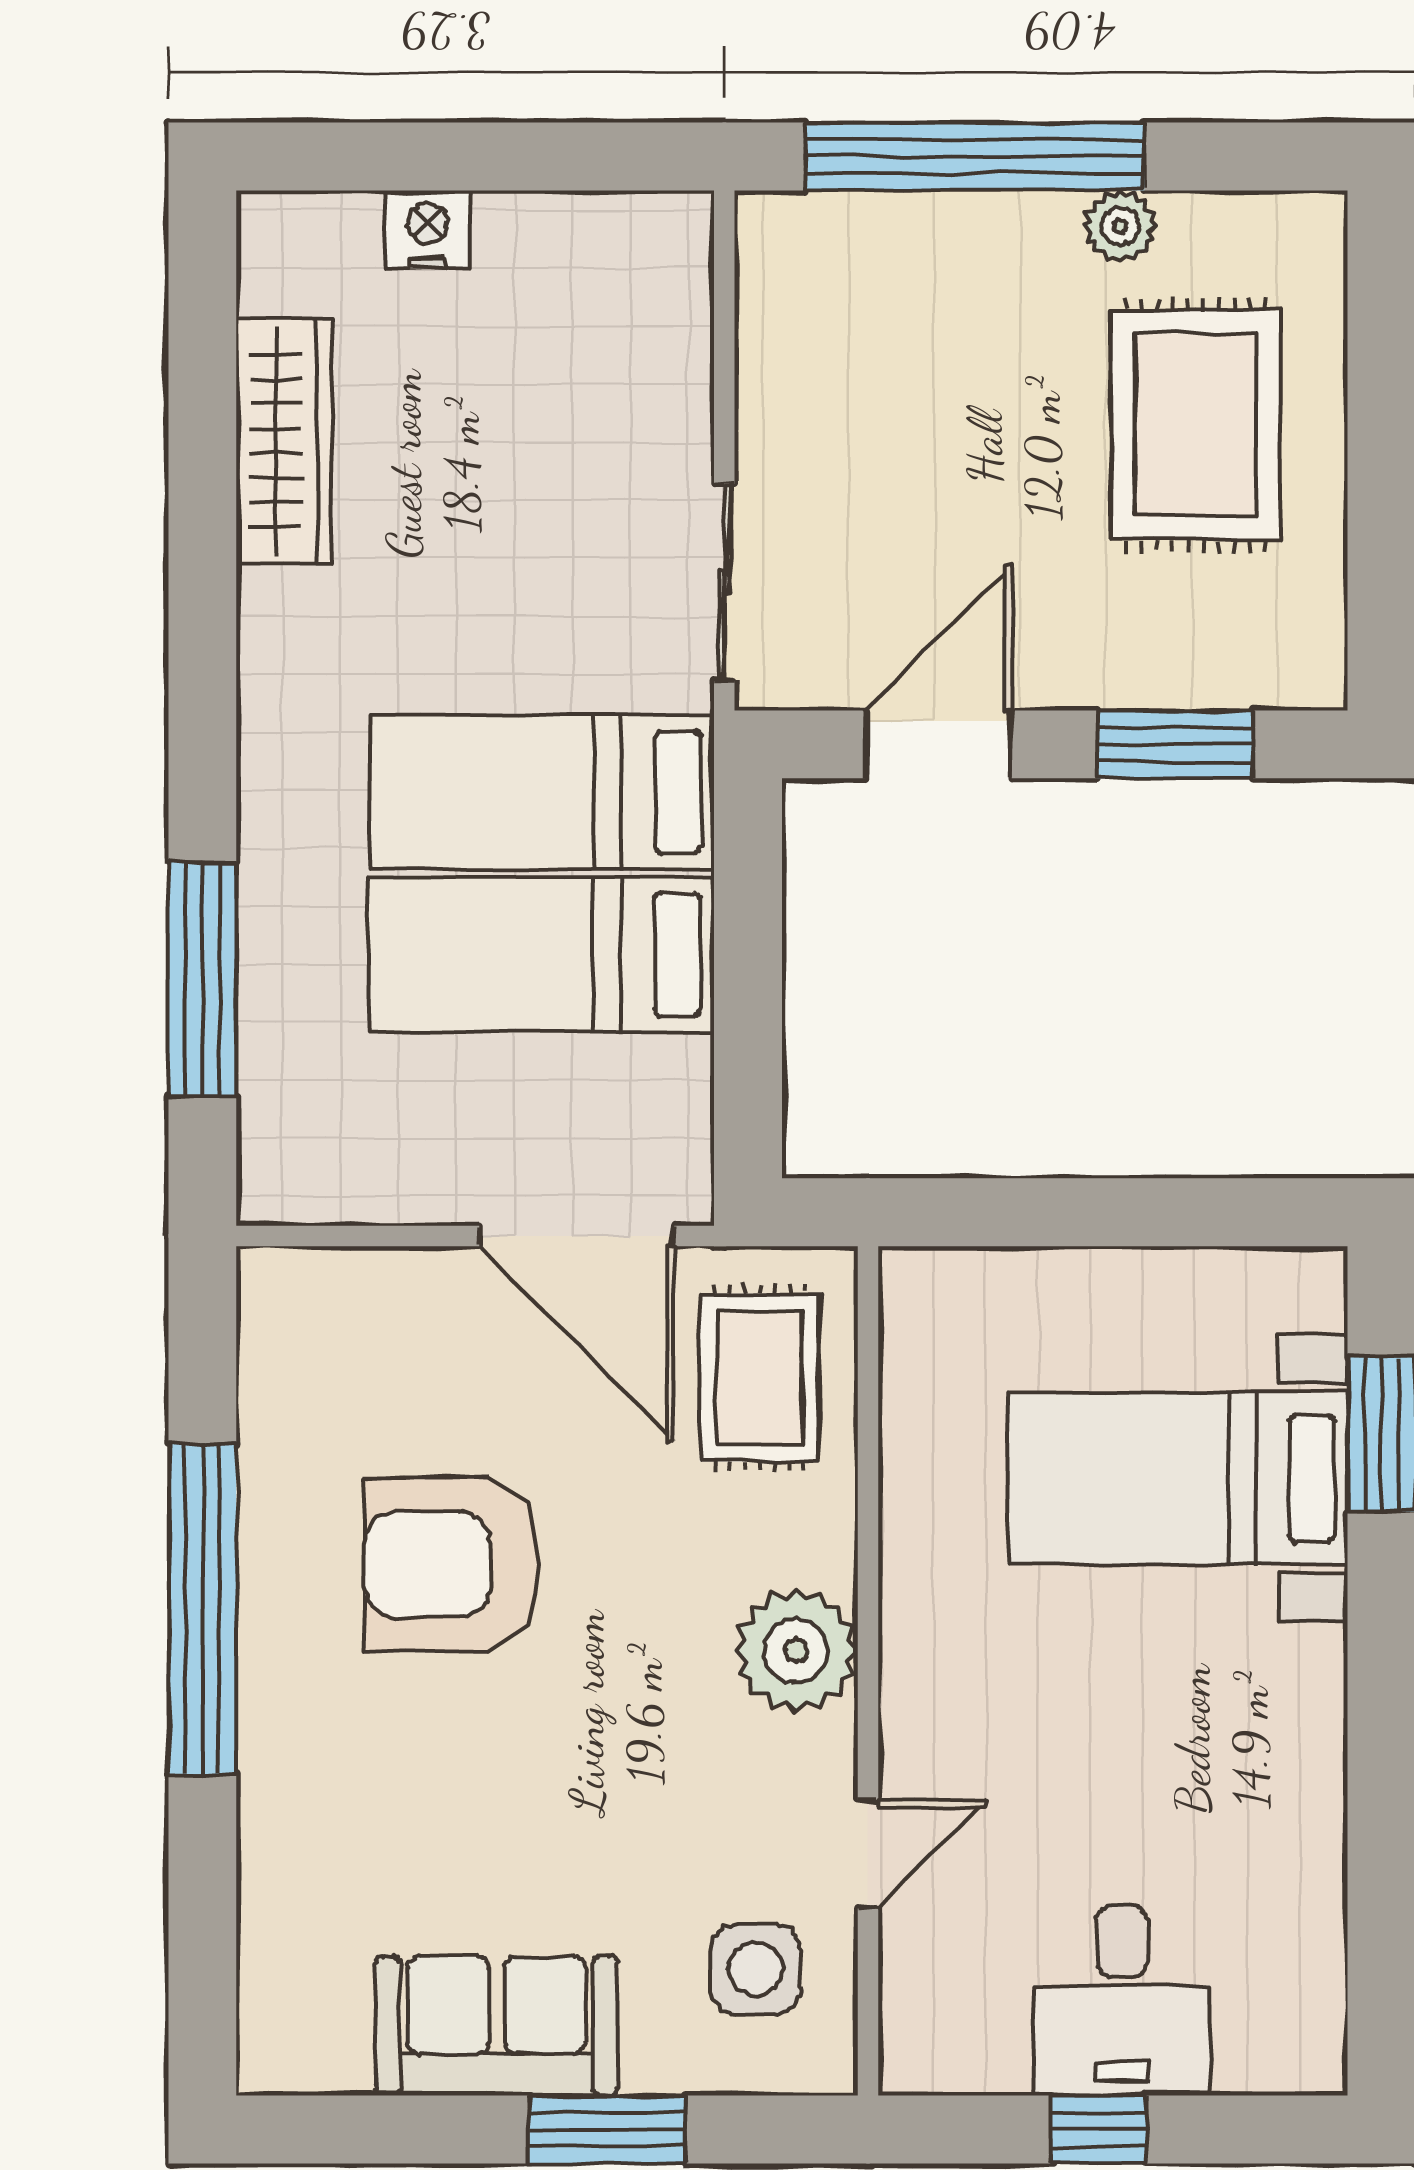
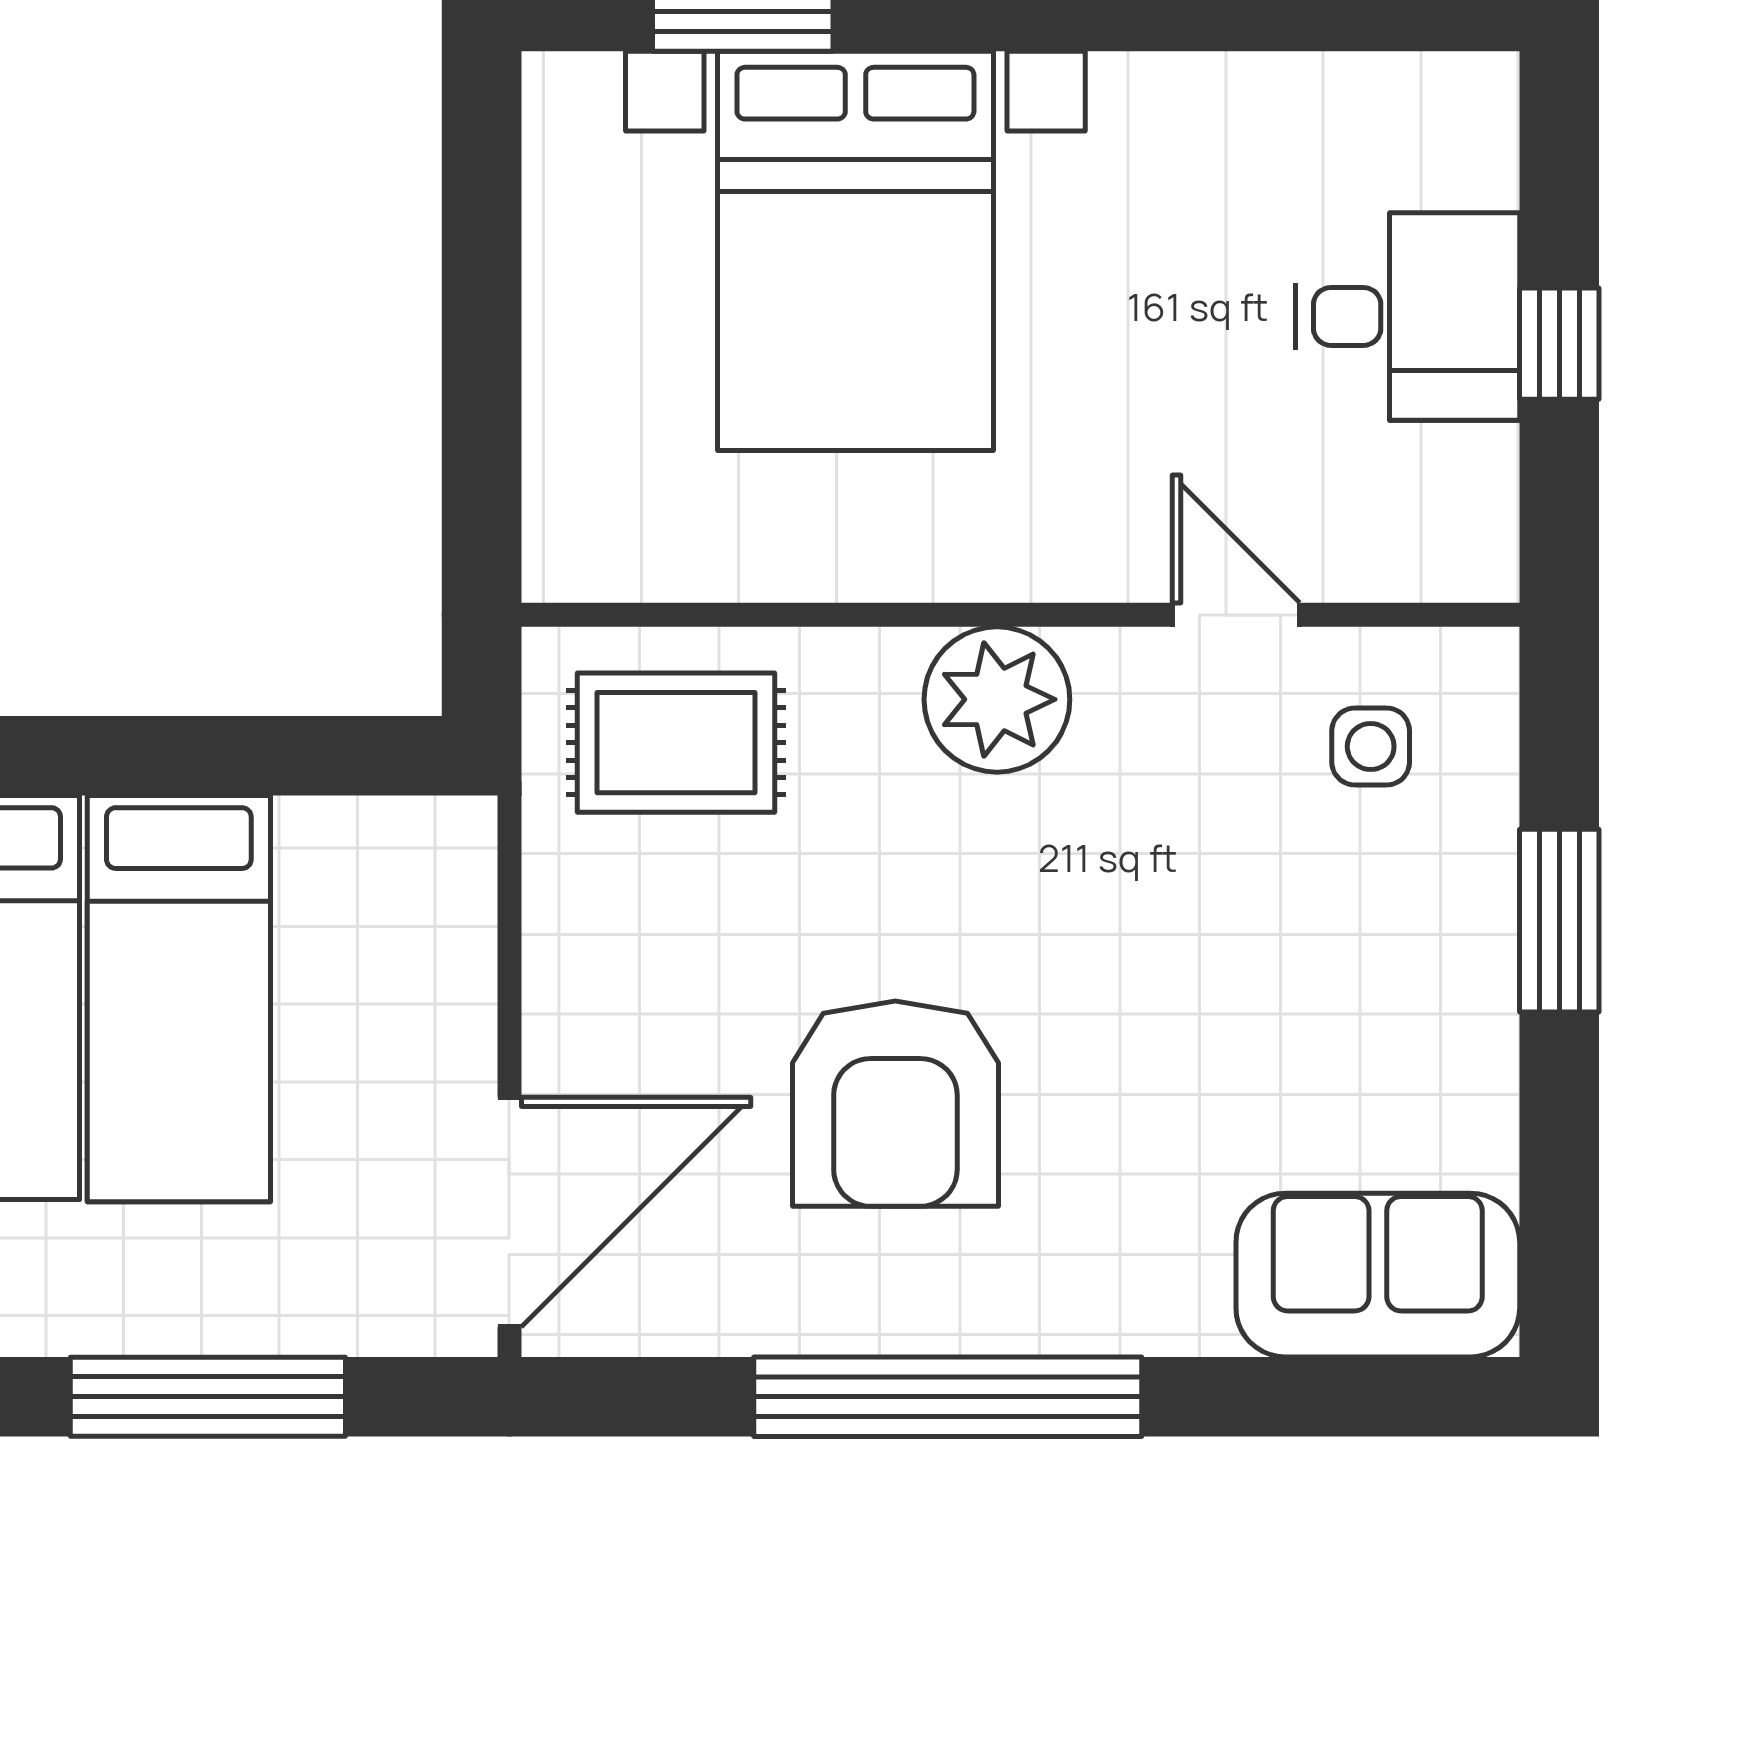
door: (577, 1236) -> (509, 1212), moved
bed with nightstands: (1178, 1479) -> (855, 251), width x1.36
side table: (756, 1969) -> (1371, 747), width x0.73, depth x0.73
sofa: (497, 2026) -> (1378, 1275), moved, turned 90

